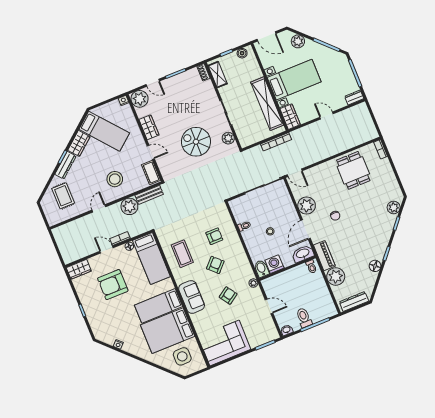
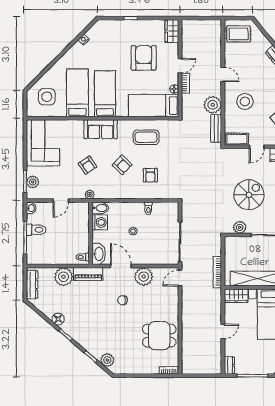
rug: (63, 196) -> (239, 34), moved
bed: (168, 331) -> (77, 93), width x0.67
plant: (263, 338) -> (33, 182), added

